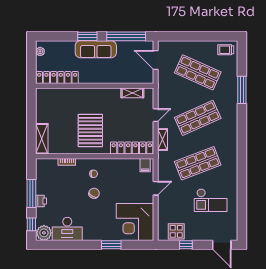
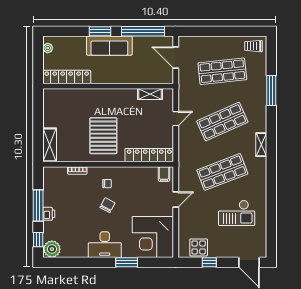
shop shelf: (198, 72) -> (222, 71), turned -30
shelving: (163, 140) -> (261, 145), moved
desk: (67, 229) -> (105, 245), moved

